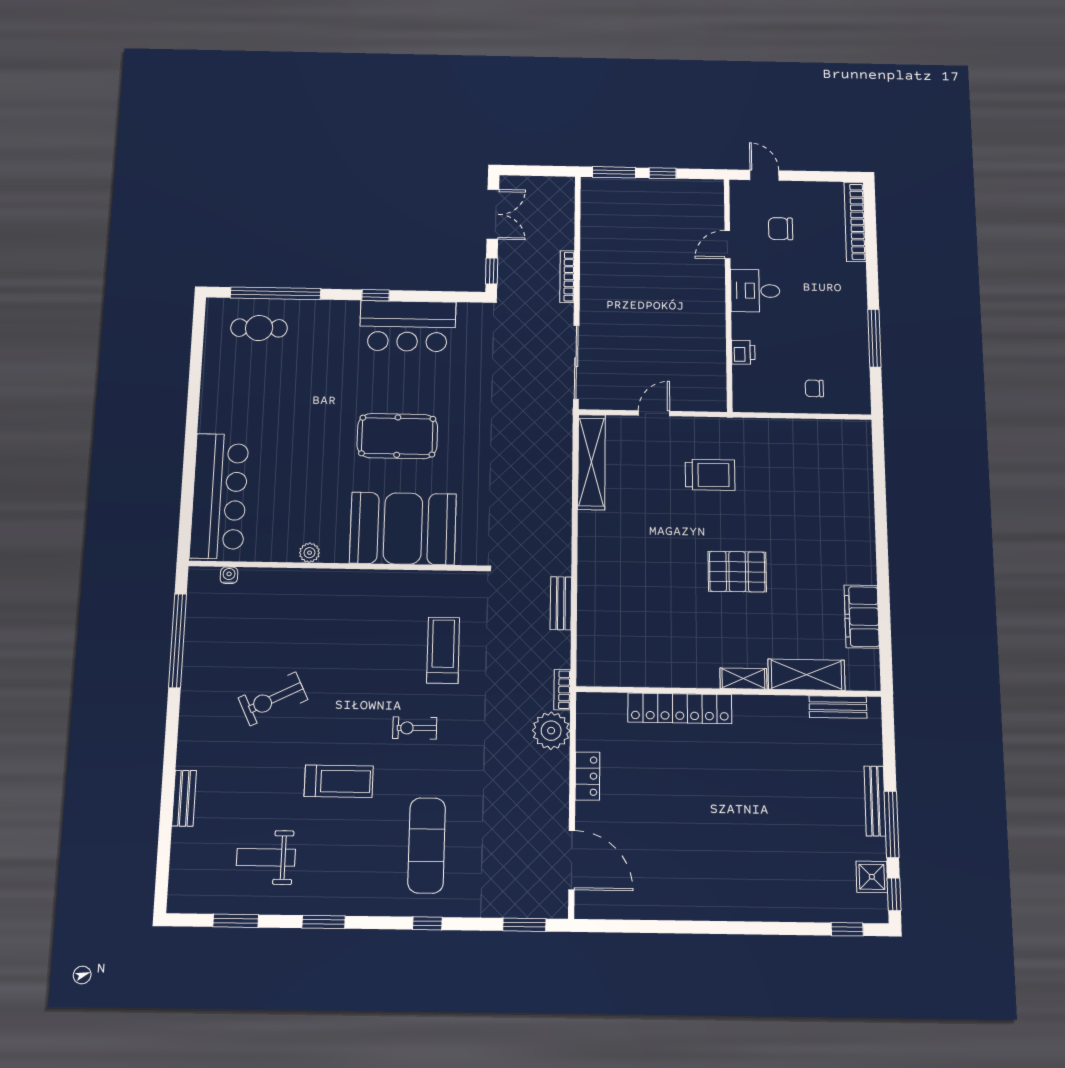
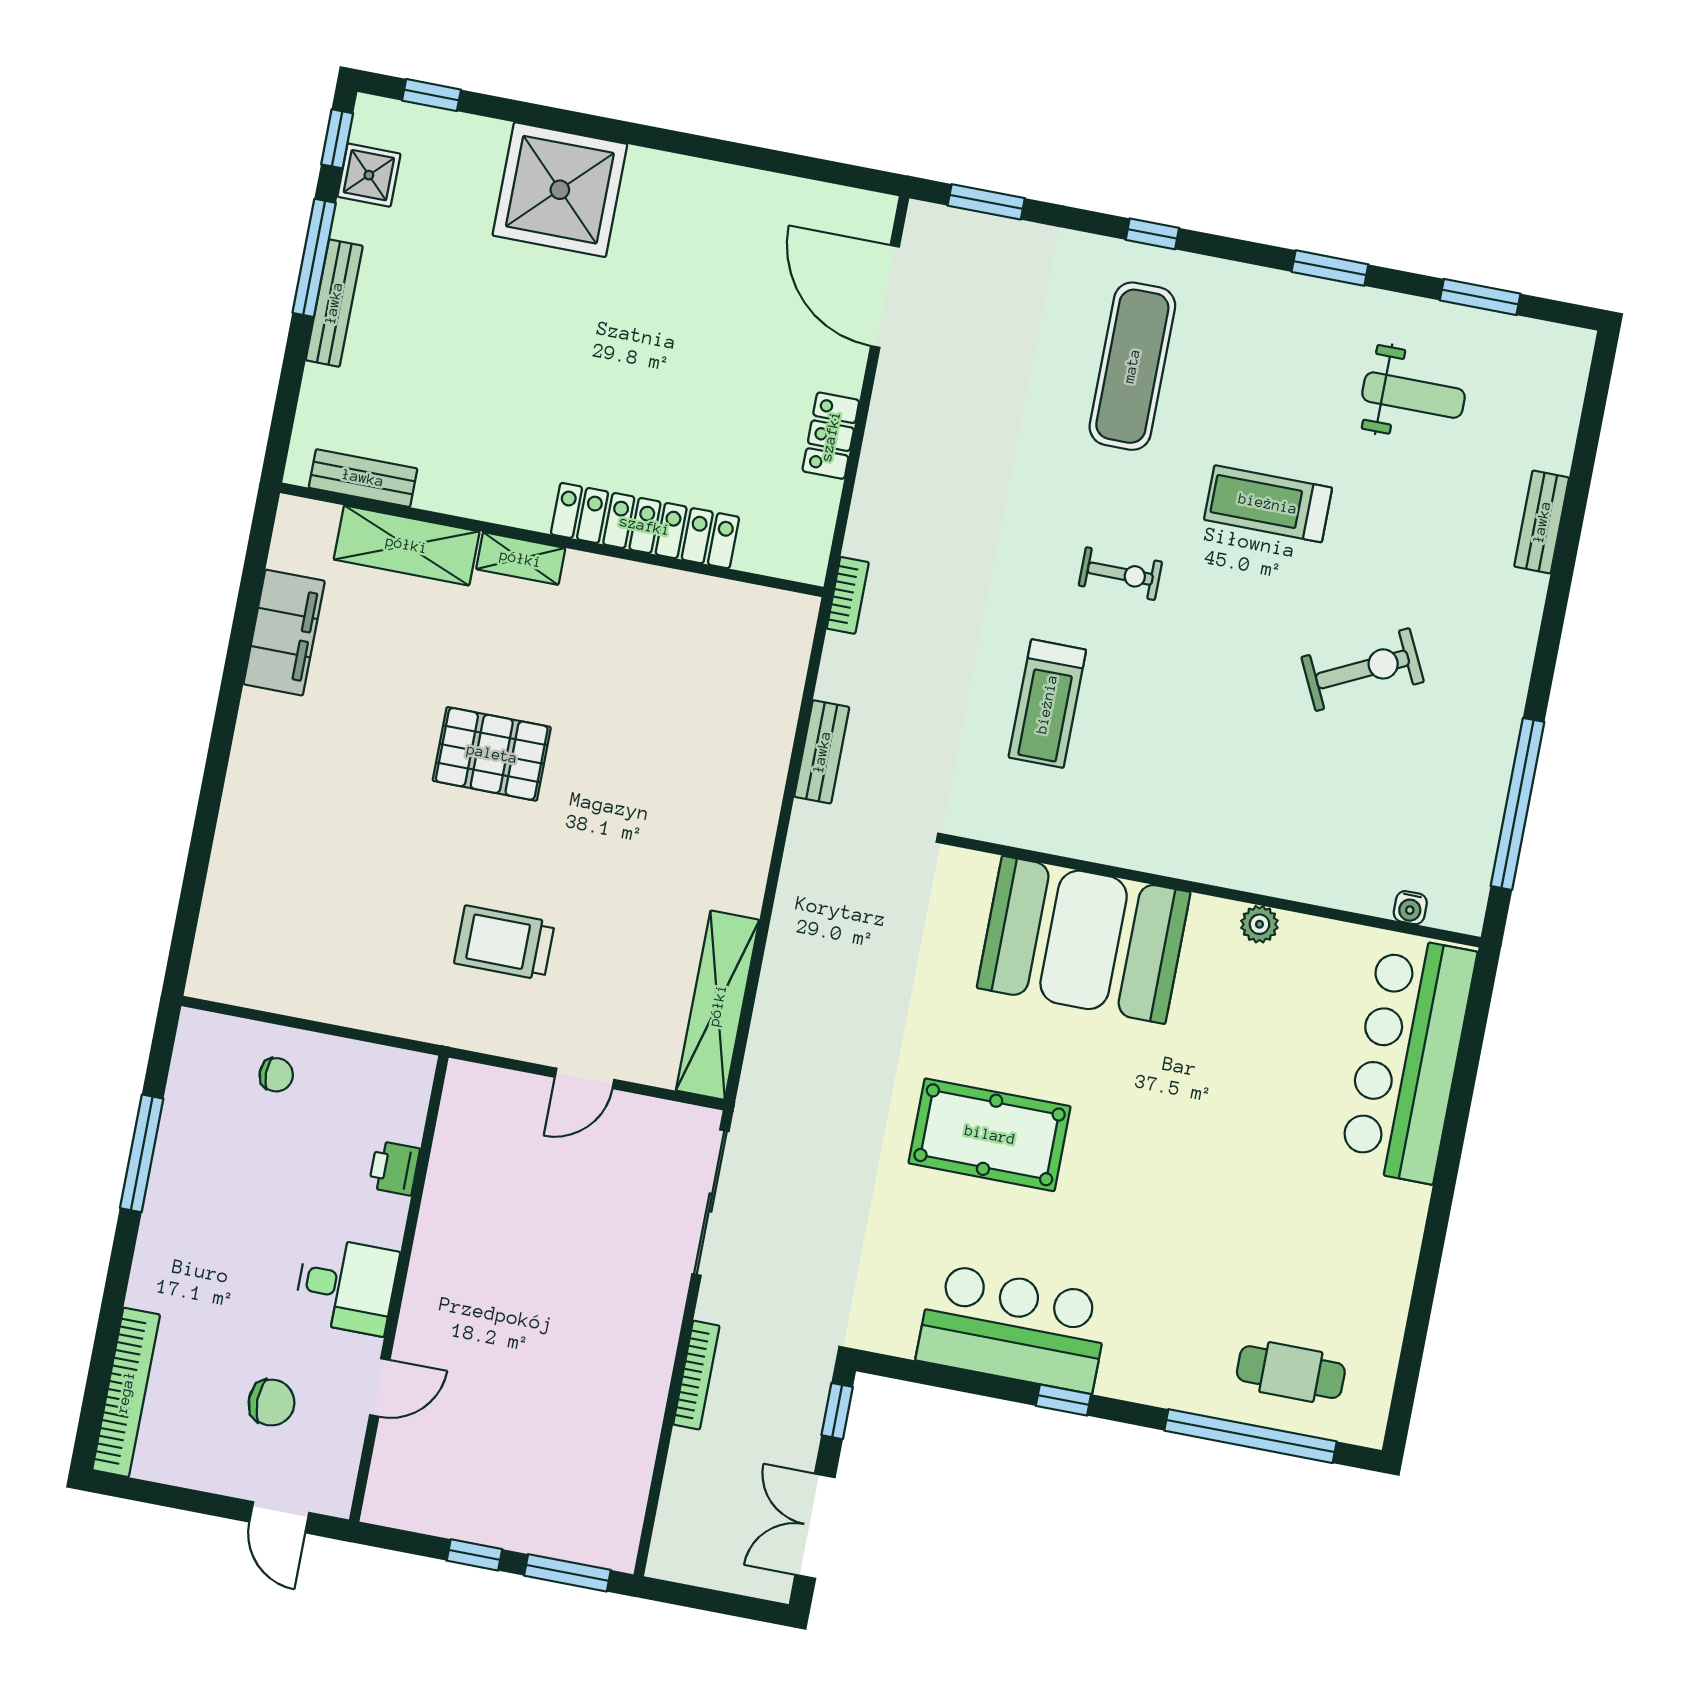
pool table: (397, 436) -> (990, 1135), moved
plant: (551, 731) -> (880, 526), removed
shower: (764, 888) -> (560, 190), added

